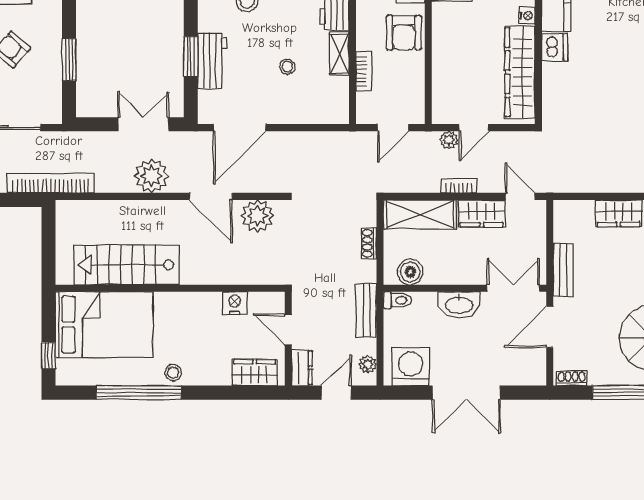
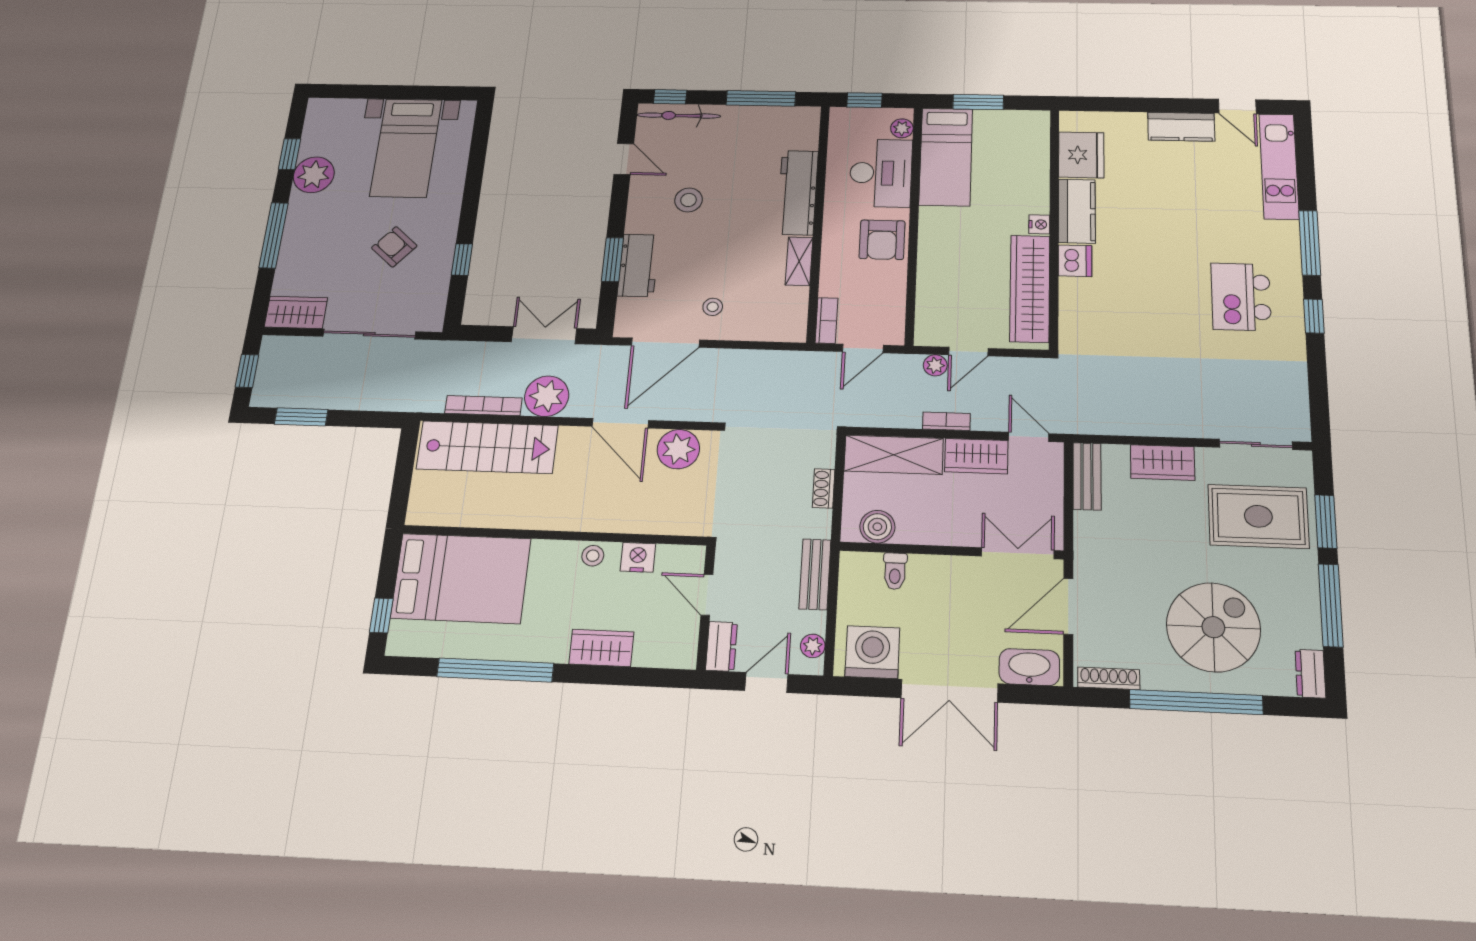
window: (69, 60) -> (462, 260), width x0.67
stool: (287, 67) -> (713, 307), moved
bookcase: (364, 71) -> (826, 321), moved
bookcase: (51, 183) -> (483, 406), moved, width x0.68, depth x0.76
stairs: (126, 265) -> (487, 447), moved, turned 180
bench: (563, 270) -> (1087, 476), moved
toilet: (397, 300) -> (895, 571), moved, turned 90
washbasin: (459, 305) -> (1029, 667), moved, turned 180
stool: (173, 373) -> (593, 556), moved
wardrobe: (255, 373) -> (601, 648), moved
shoe rack: (572, 378) -> (1109, 678), width x1.43

